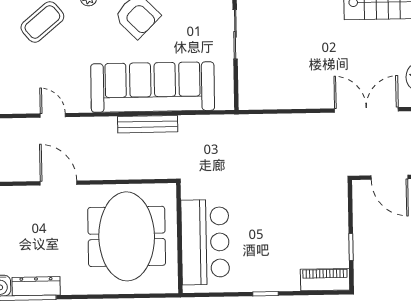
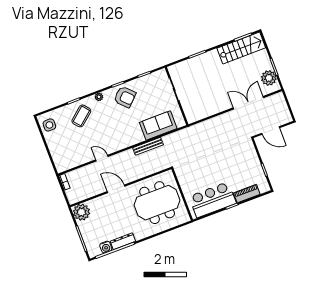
sofa: (153, 87) -> (158, 125), width x0.54, depth x0.79
meeting table: (127, 236) -> (157, 203), turned 90
bar counter: (205, 242) -> (213, 200), moved, turned -90
piano: (325, 280) -> (247, 194), moved

